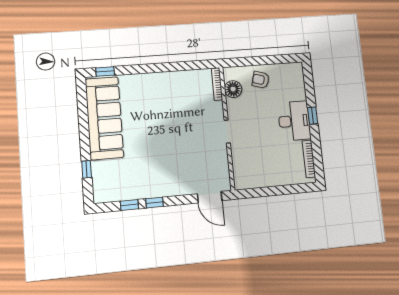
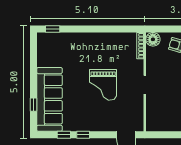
floor lamp: (233, 89) -> (153, 39), moved
sofa: (104, 118) -> (49, 99), moved
grand piano: (175, 136) -> (103, 85), added

